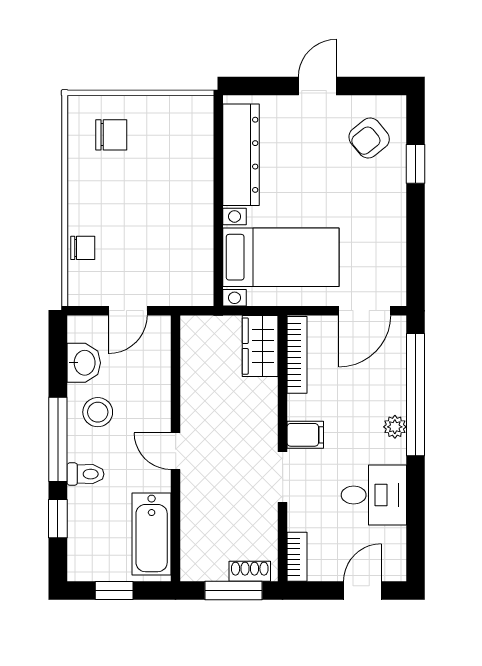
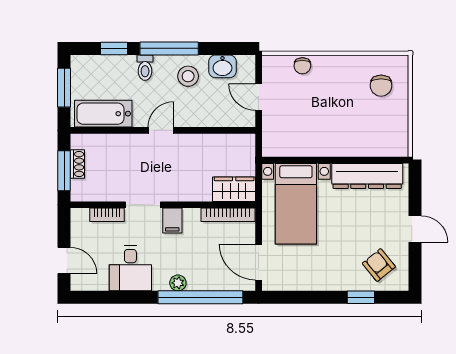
bookcase: (297, 557) -> (107, 215), moved
shoe rack: (250, 571) -> (77, 164), moved
window: (114, 590) -> (64, 88), width x1.50

